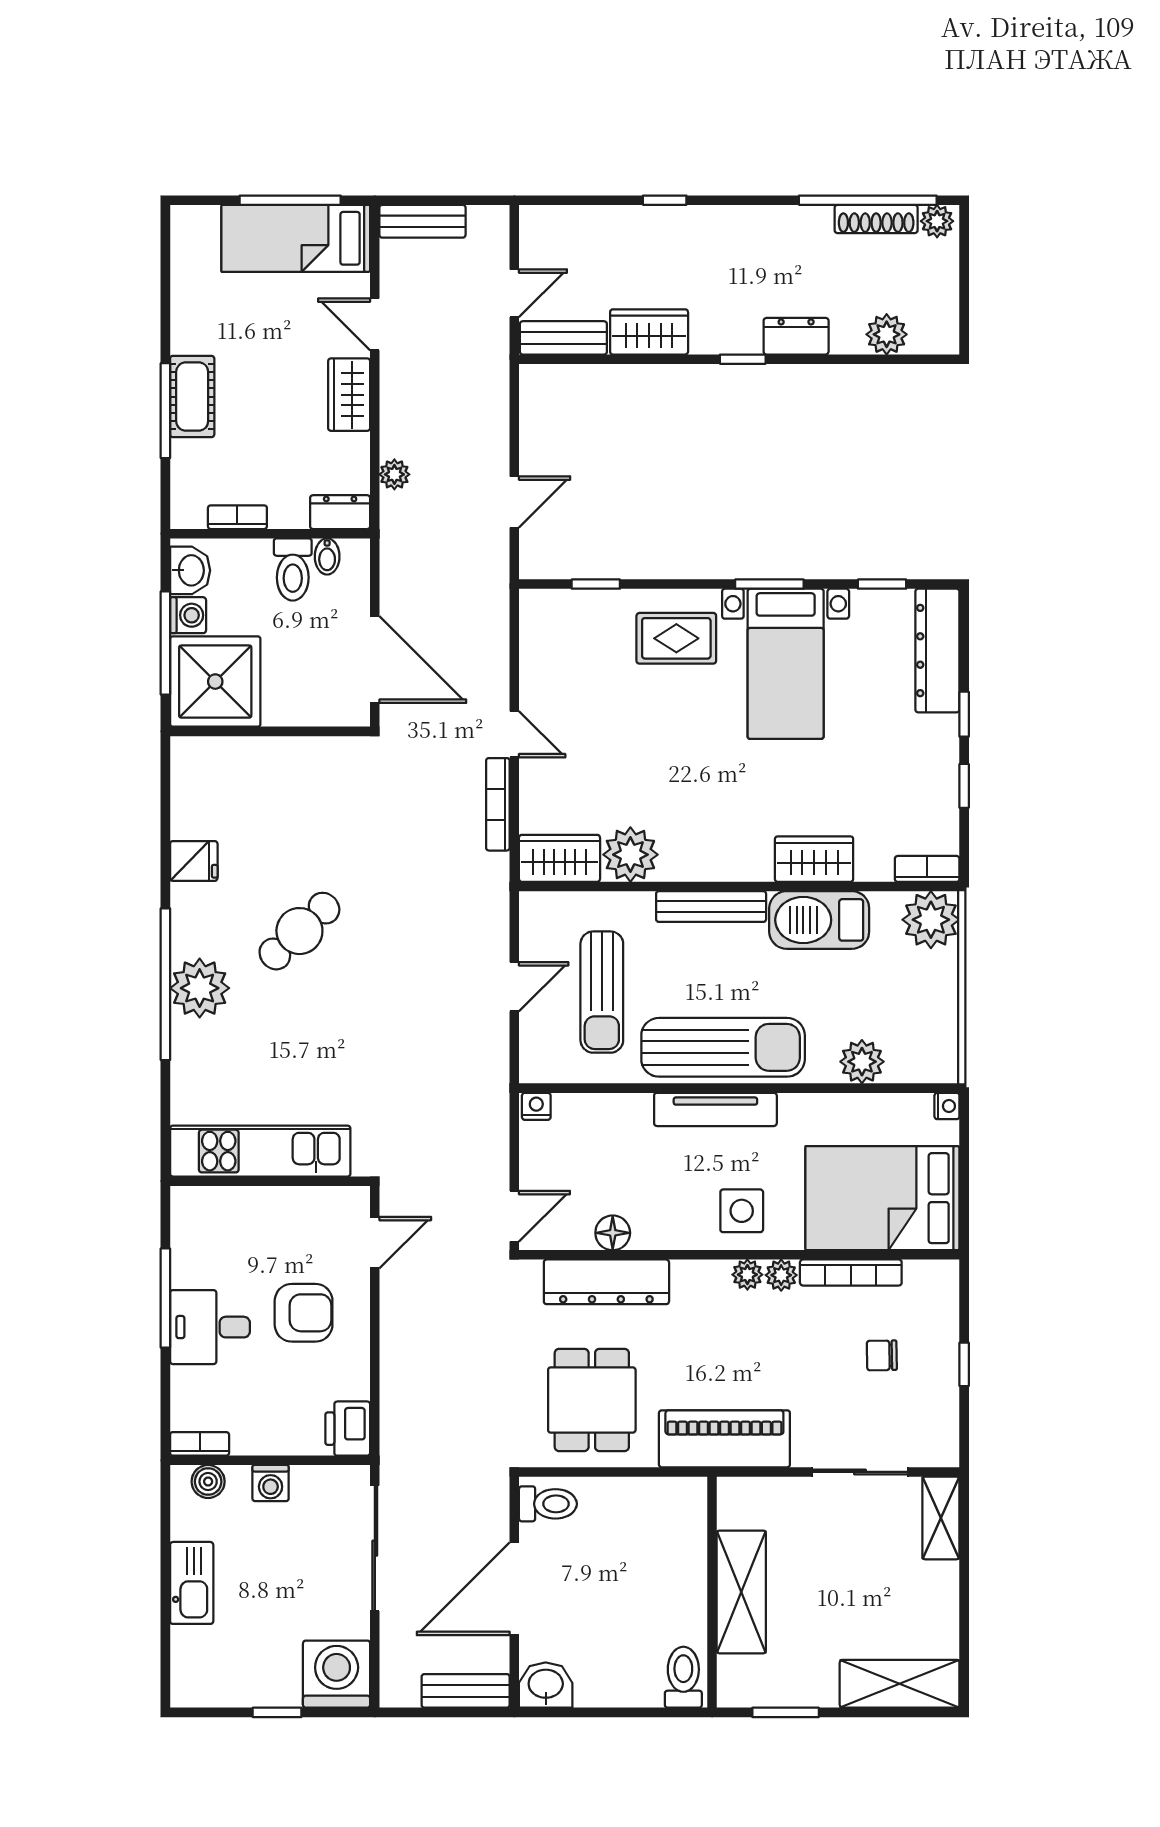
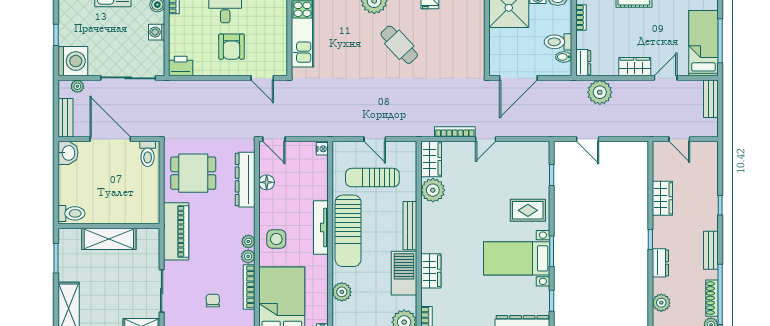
bench: (563, 338) -> (711, 250), moved
plant: (394, 474) -> (600, 92), width x1.87, depth x1.87
rug: (676, 638) -> (528, 210), turned 90
plant: (394, 1664) -> (77, 86), added

